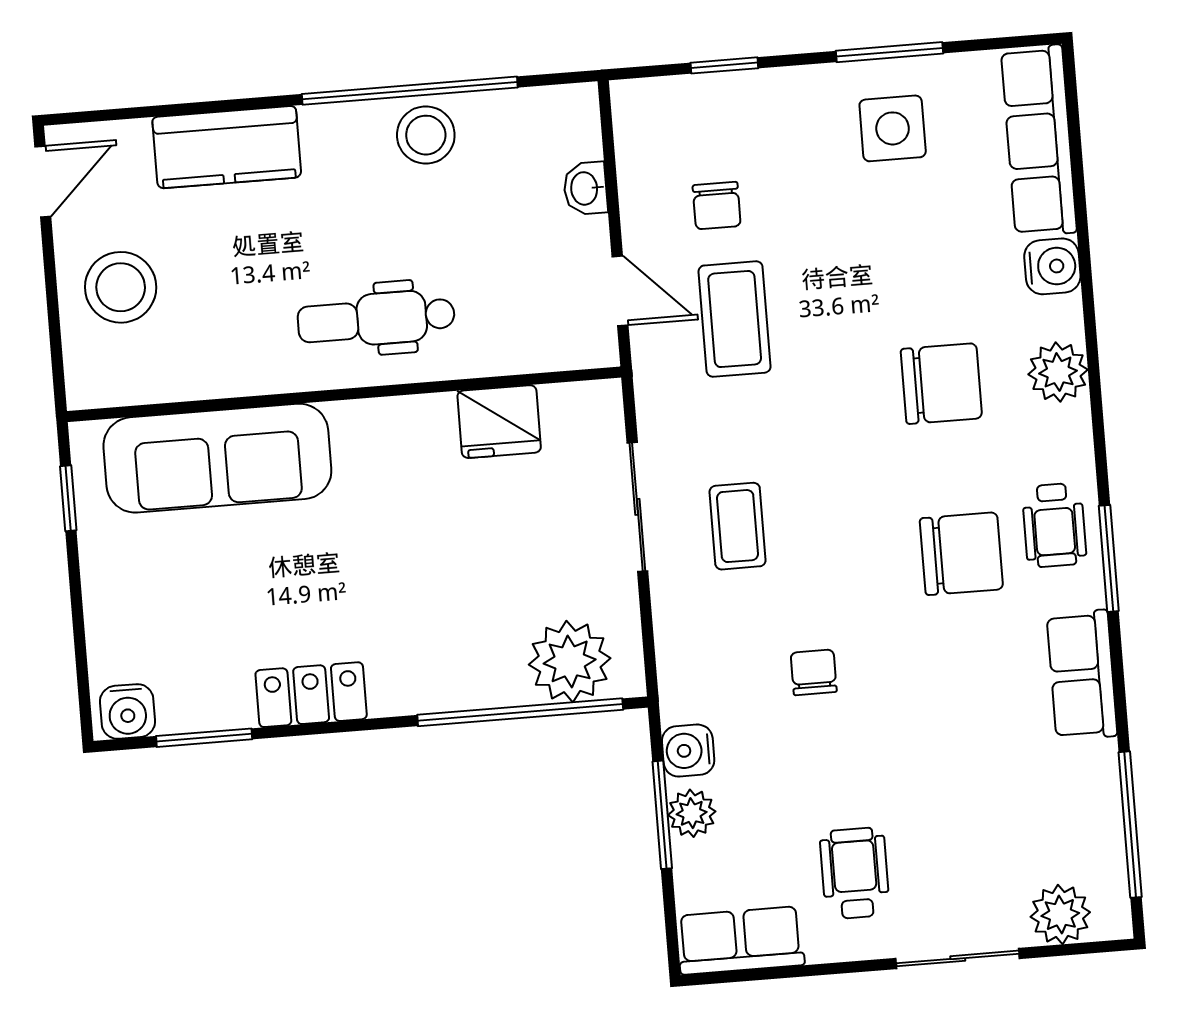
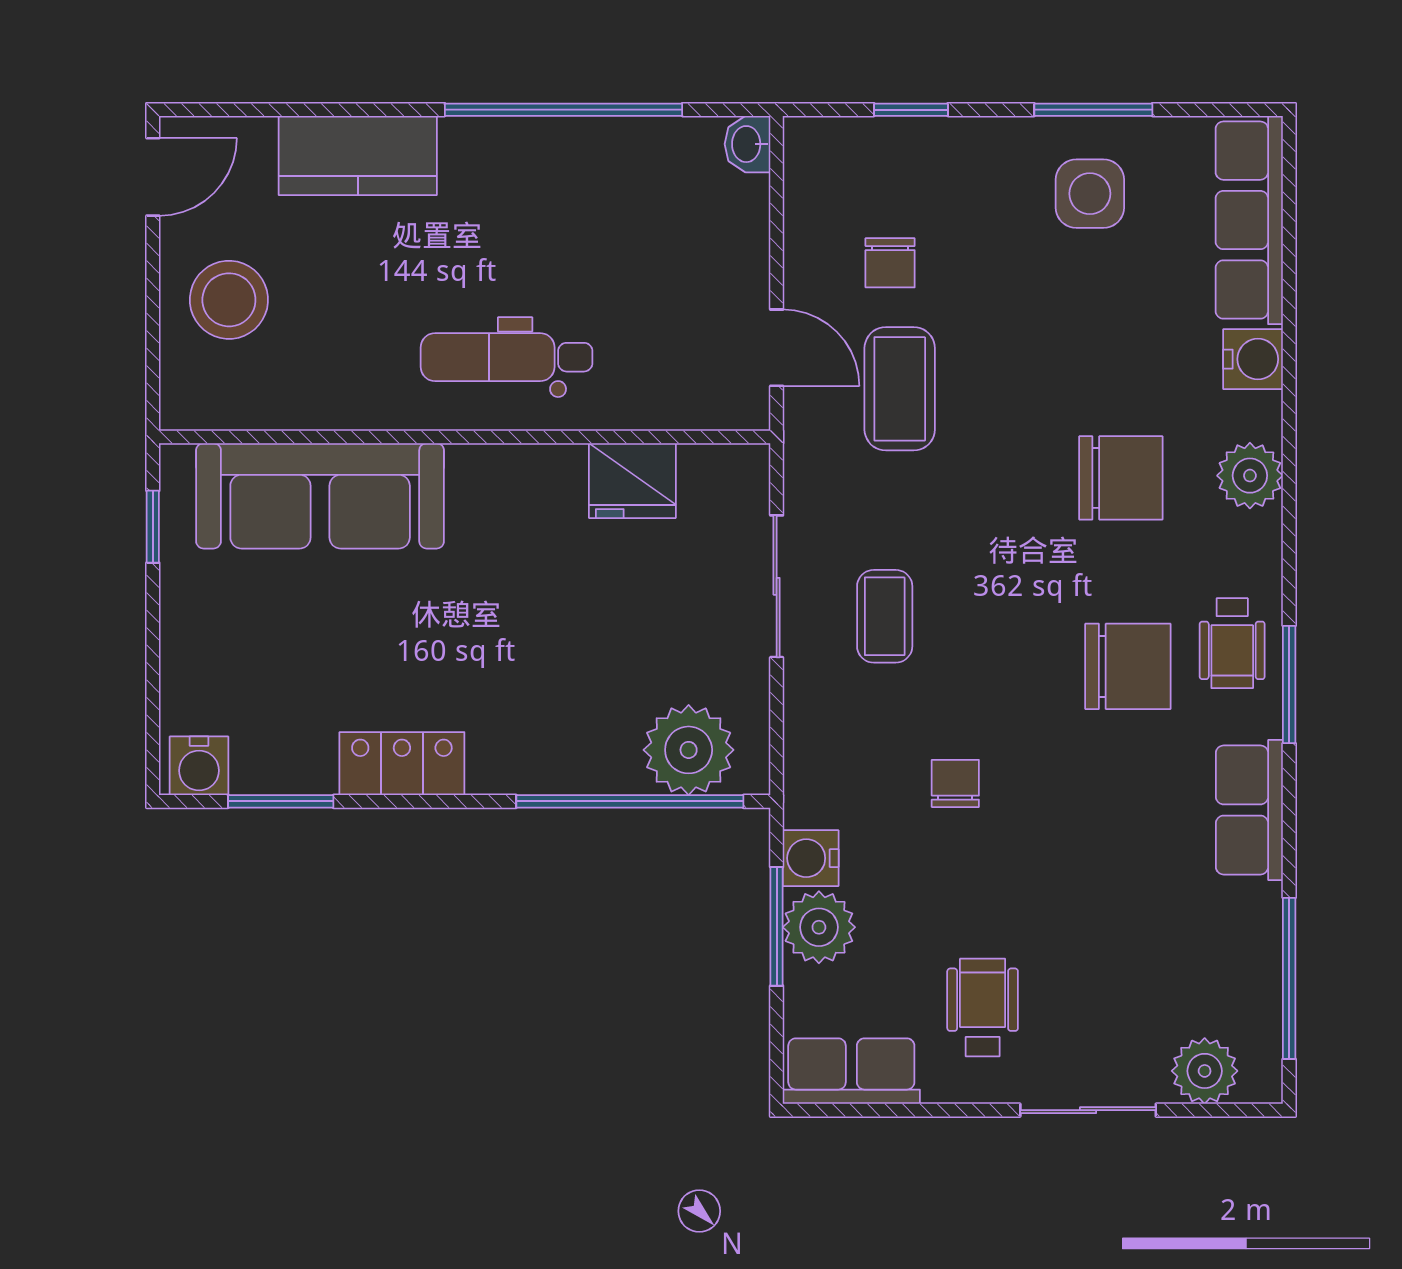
stool: (426, 135) -> (577, 160), removed
washbasin: (585, 188) -> (748, 144), moved
plant: (692, 813) -> (819, 927), width x1.38, depth x1.38

